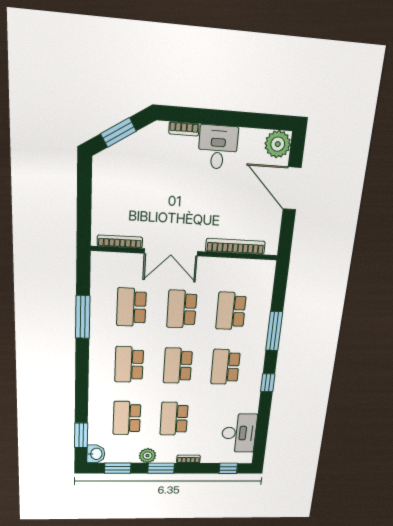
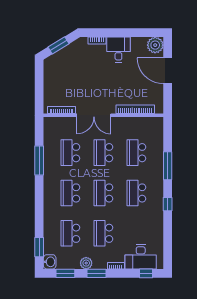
desk: (239, 433) -> (141, 257), moved, turned 90

